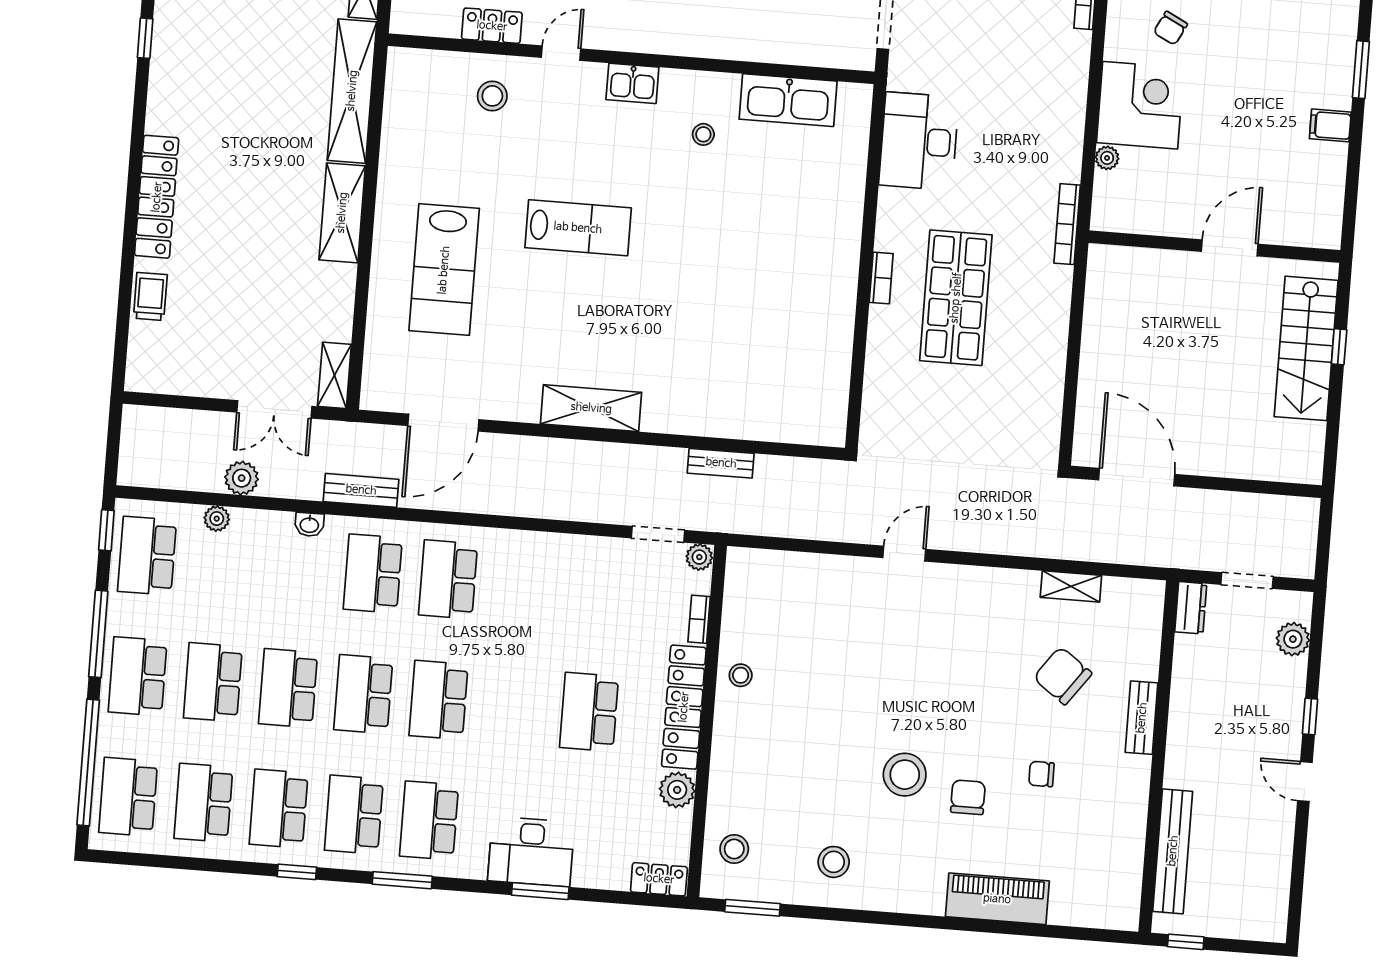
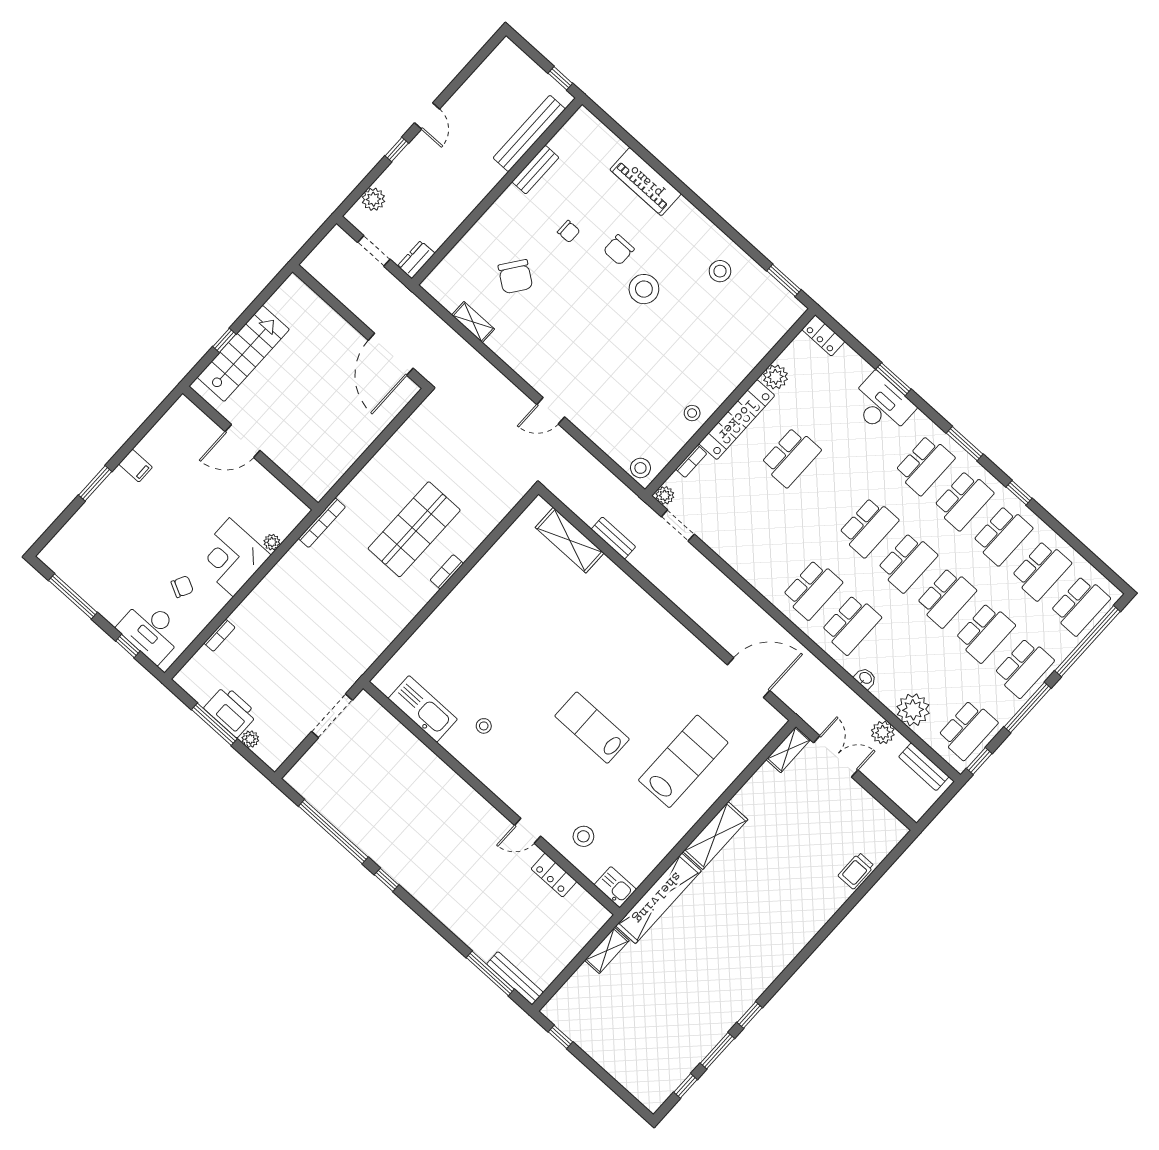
kitchen sink: (632, 83) -> (615, 887), moved
desk: (919, 141) -> (368, 631), removed
locker: (157, 197) -> (810, 923), removed
shelving: (591, 408) -> (570, 540), moved
bench: (361, 490) -> (924, 767), moved
plant: (217, 519) -> (913, 710), width x1.87, depth x1.87
bench: (1142, 718) -> (535, 170), moved
stool: (734, 849) -> (640, 468), moved

